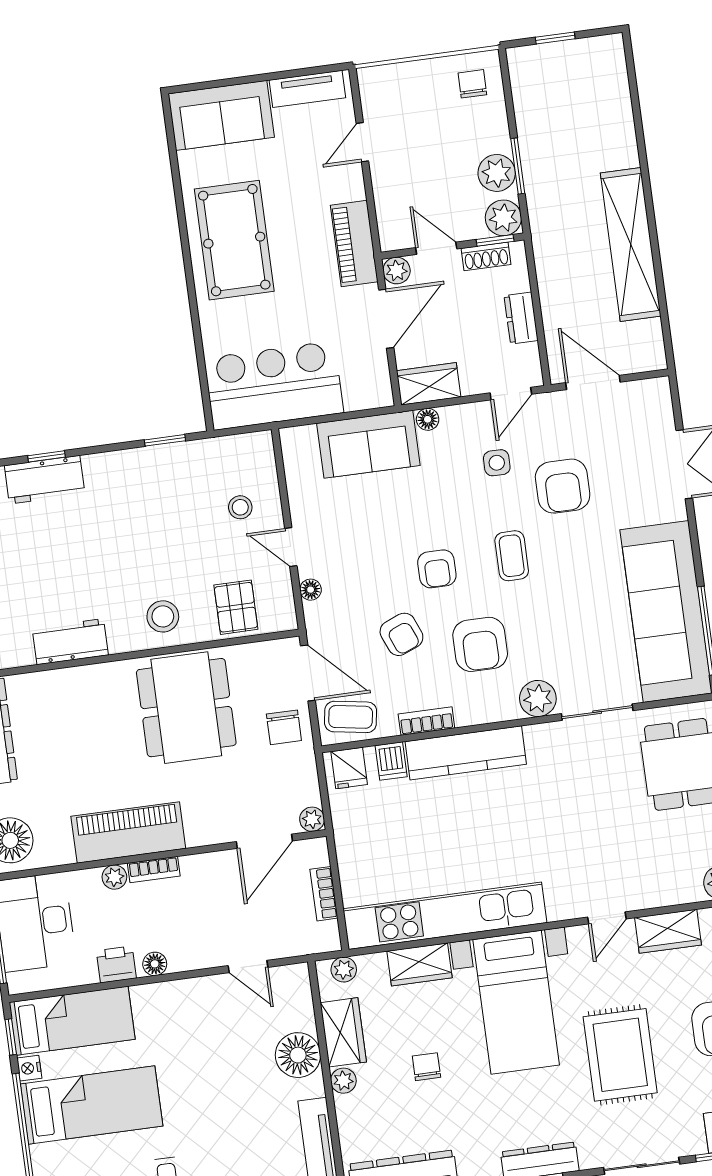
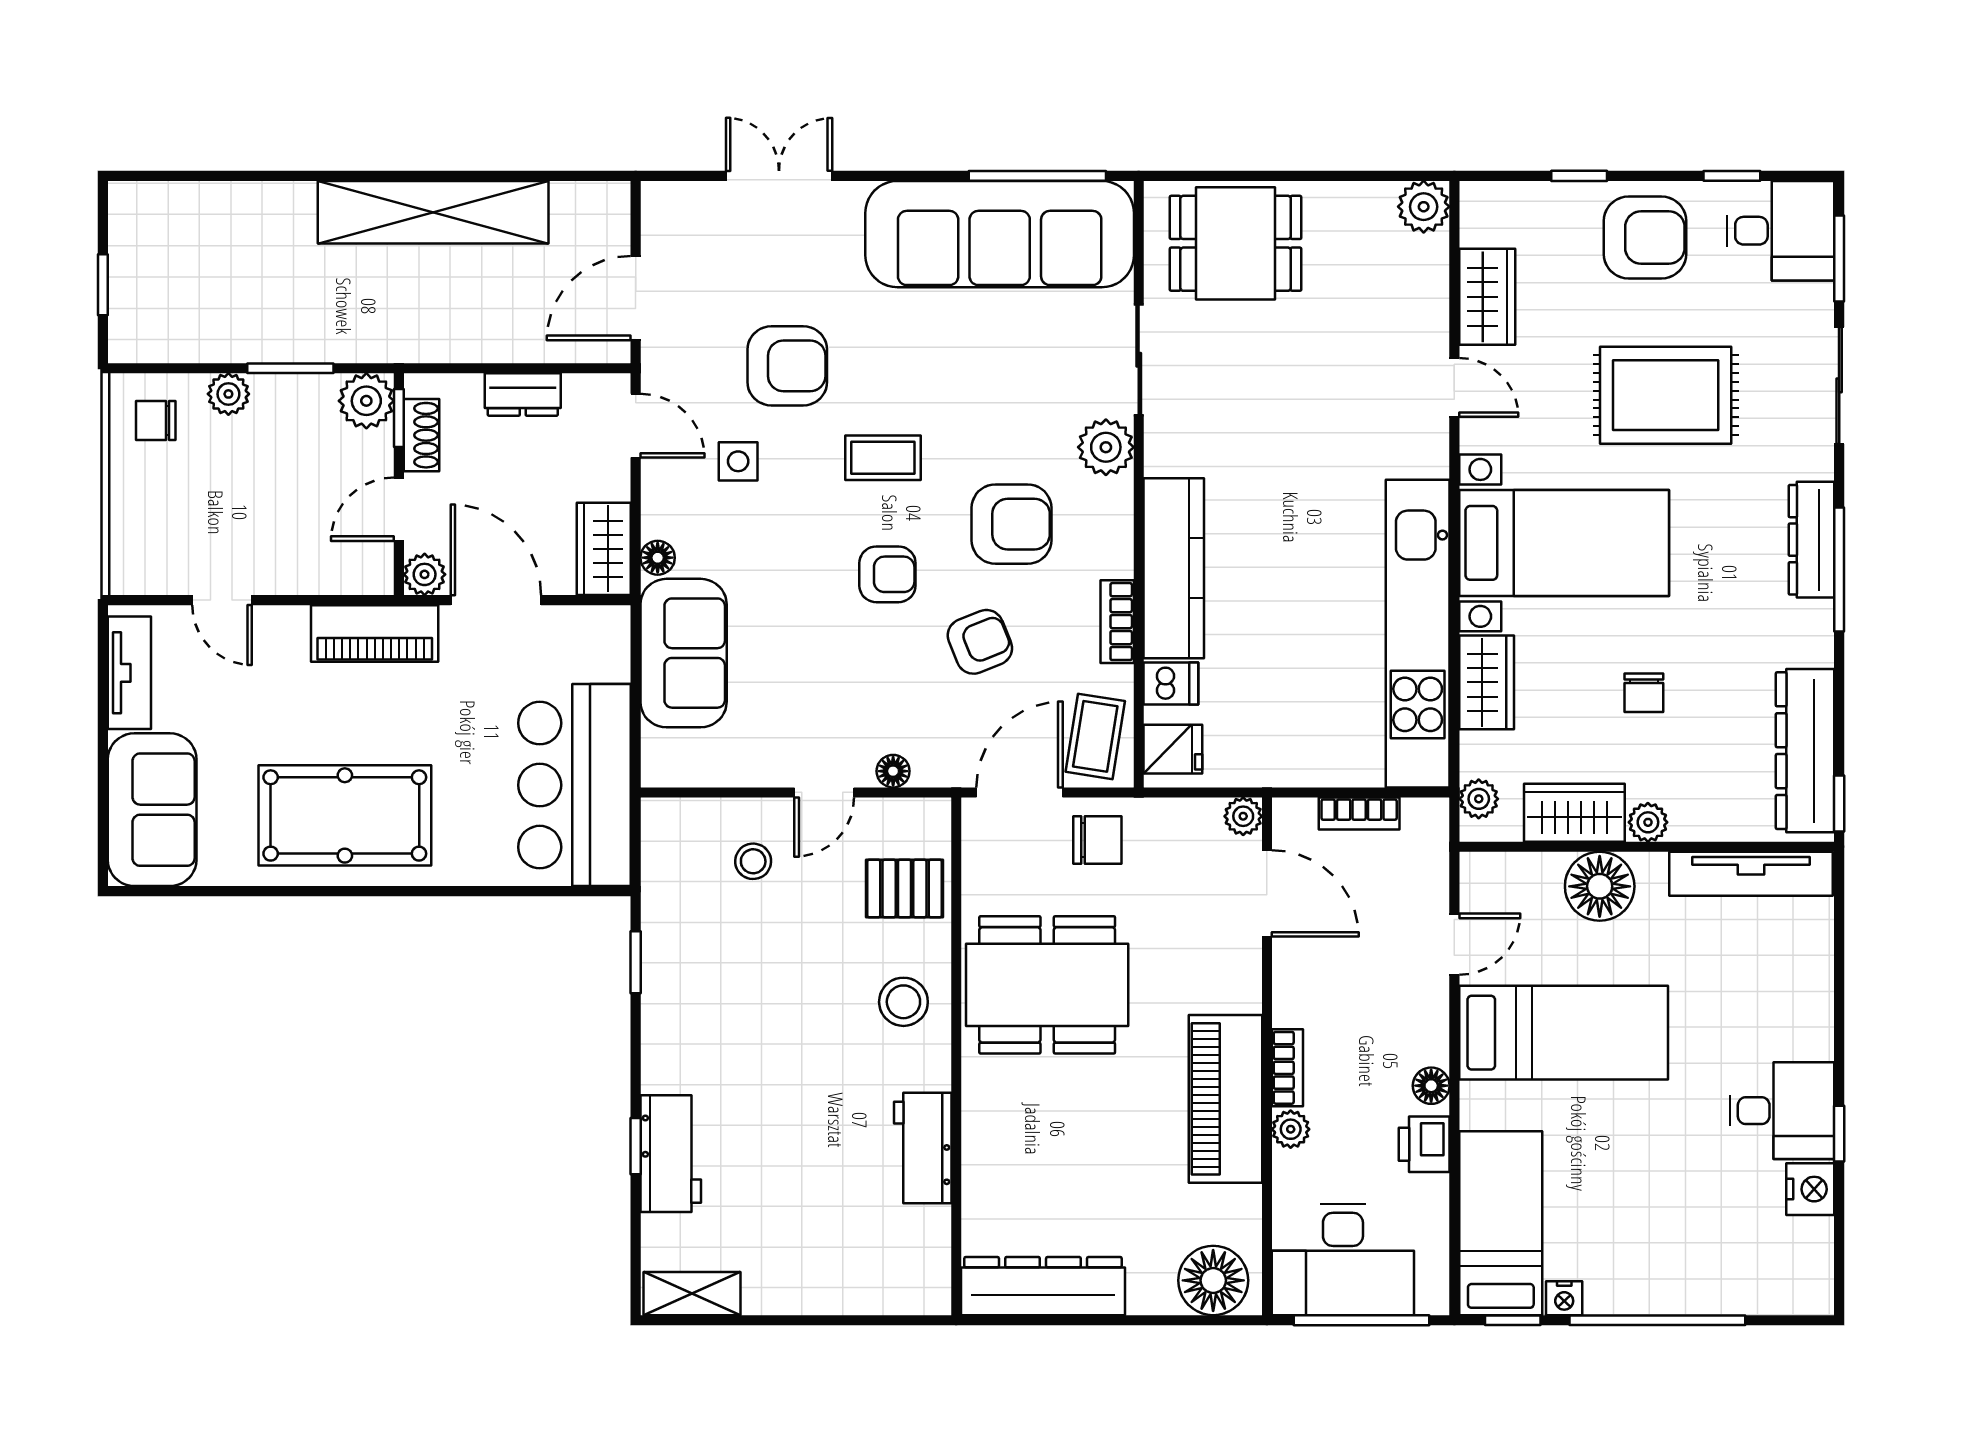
plant: (497, 173) -> (228, 394), moved, width x0.73, depth x0.73
chair: (426, 1067) -> (1644, 693), turned -90
bed: (92, 1105) -> (1564, 1033), moved, turned 90

